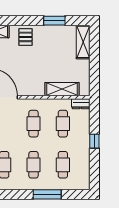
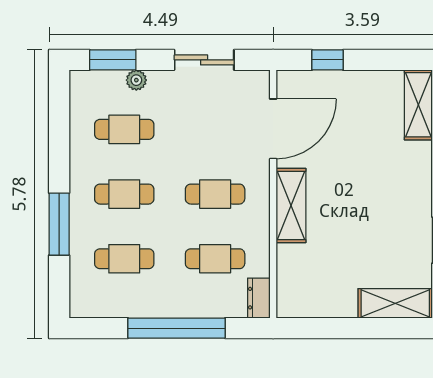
pallet: (25, 37) -> (406, 176), removed
shelving: (62, 89) -> (291, 206), moved
window: (94, 141) -> (176, 328), width x3.17

